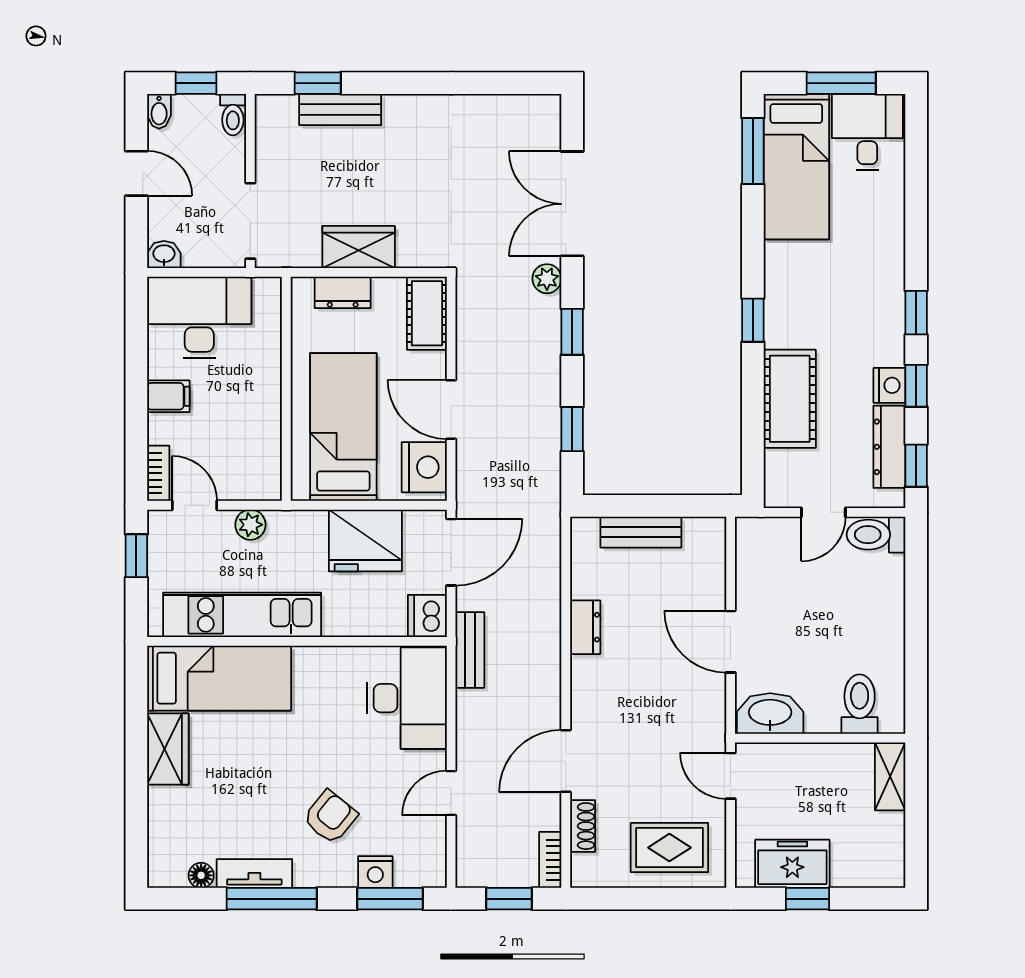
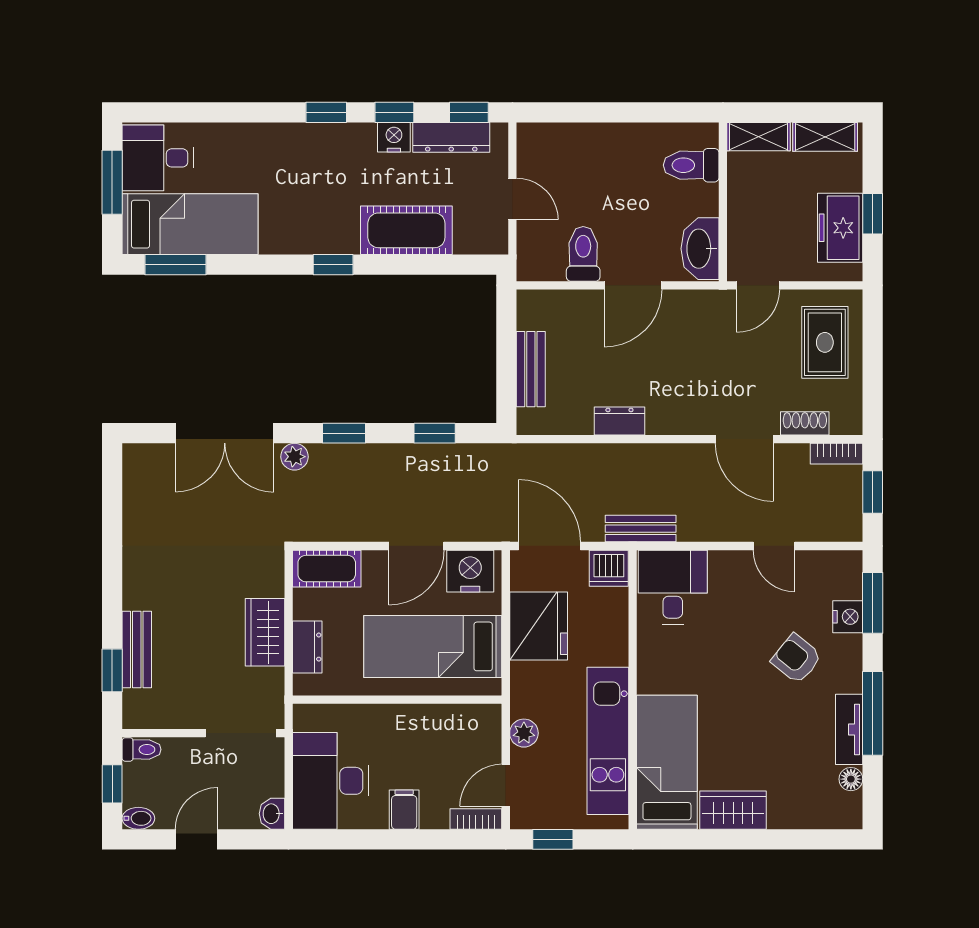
toilet: (876, 535) -> (583, 254), moved, turned 180
desk: (407, 698) -> (673, 587), width x0.73
shelving: (890, 848) -> (825, 137), added

